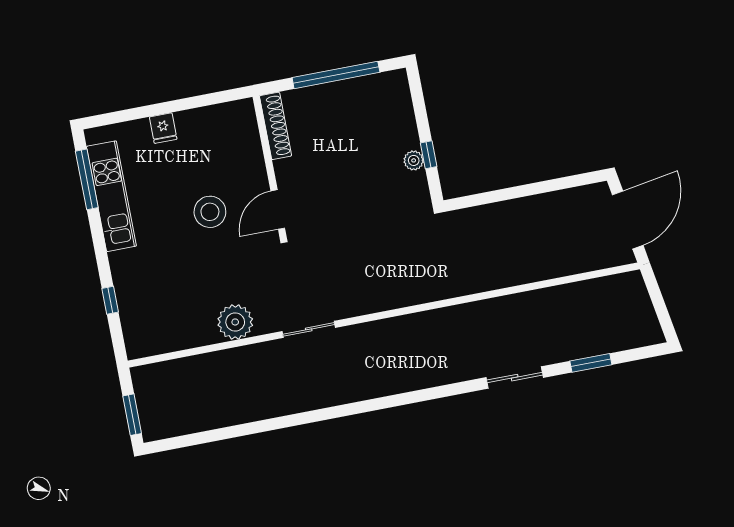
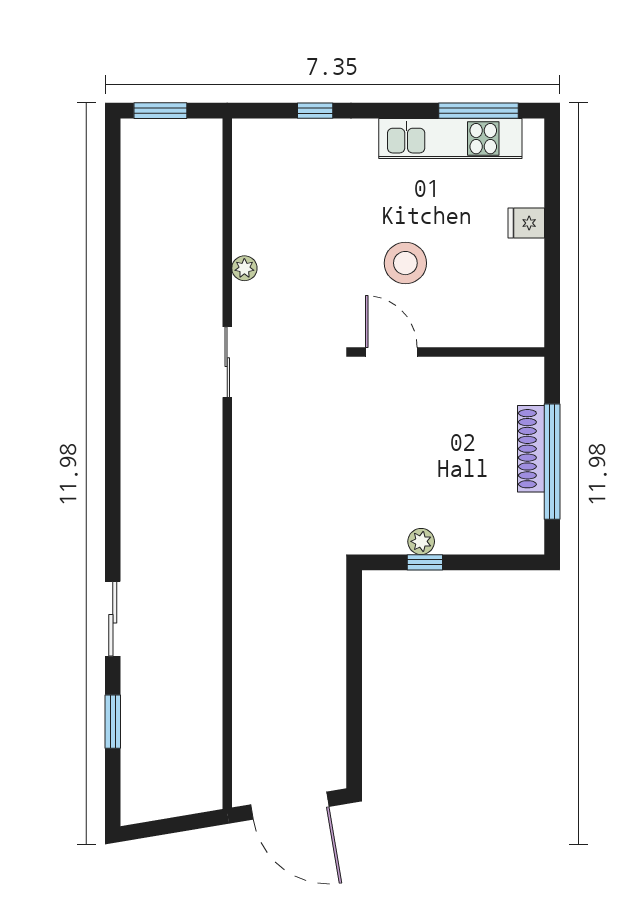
shoe rack: (276, 126) -> (531, 449), moved, turned 90
plant: (235, 322) -> (244, 268), width x0.53, depth x0.53

